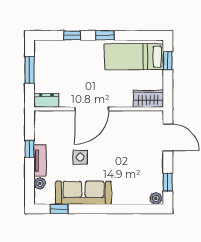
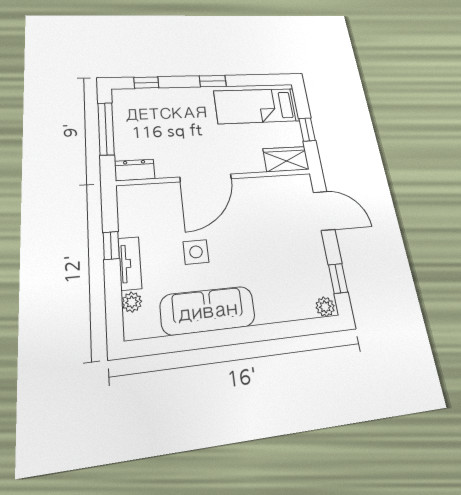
window: (72, 35) -> (146, 83), moved
window: (168, 61) -> (307, 130), moved
window: (30, 70) -> (106, 129), width x1.44
window: (59, 209) -> (169, 344), removed

